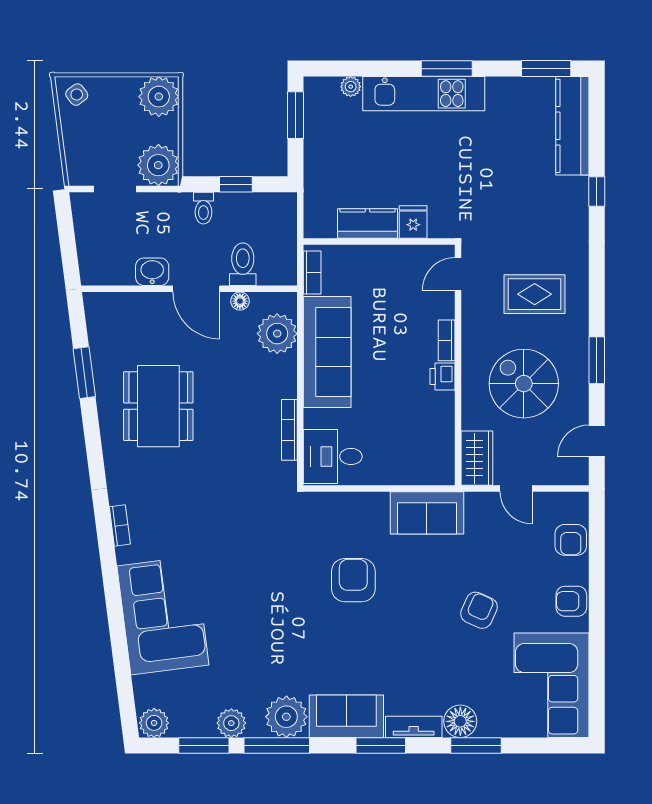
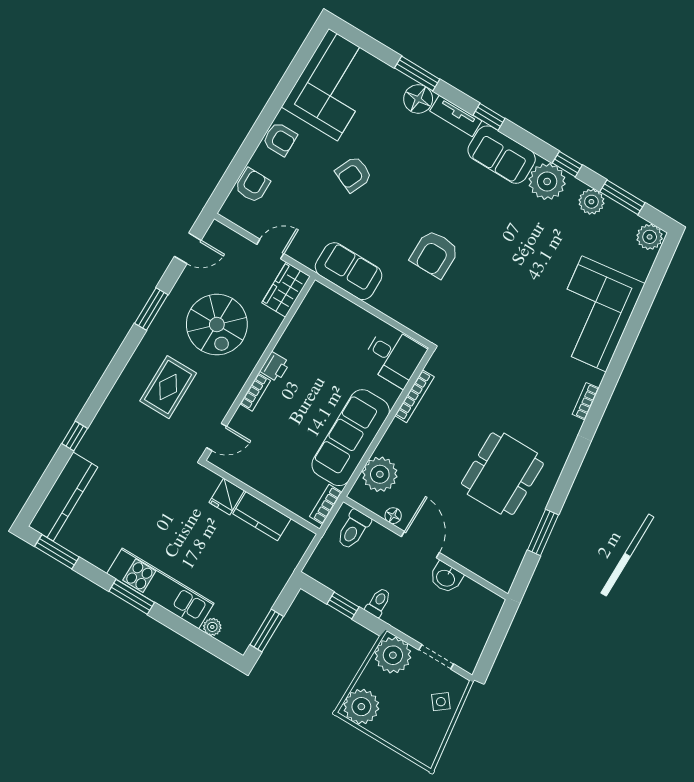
side table: (77, 95) -> (441, 702), moved
toilet: (243, 264) -> (353, 530), moved
rug: (535, 294) -> (168, 387), turned 90
door: (516, 489) -> (270, 249), hinge flipped
window: (277, 746) -> (567, 164), width x0.46
window: (381, 746) -> (489, 117), width x0.67

